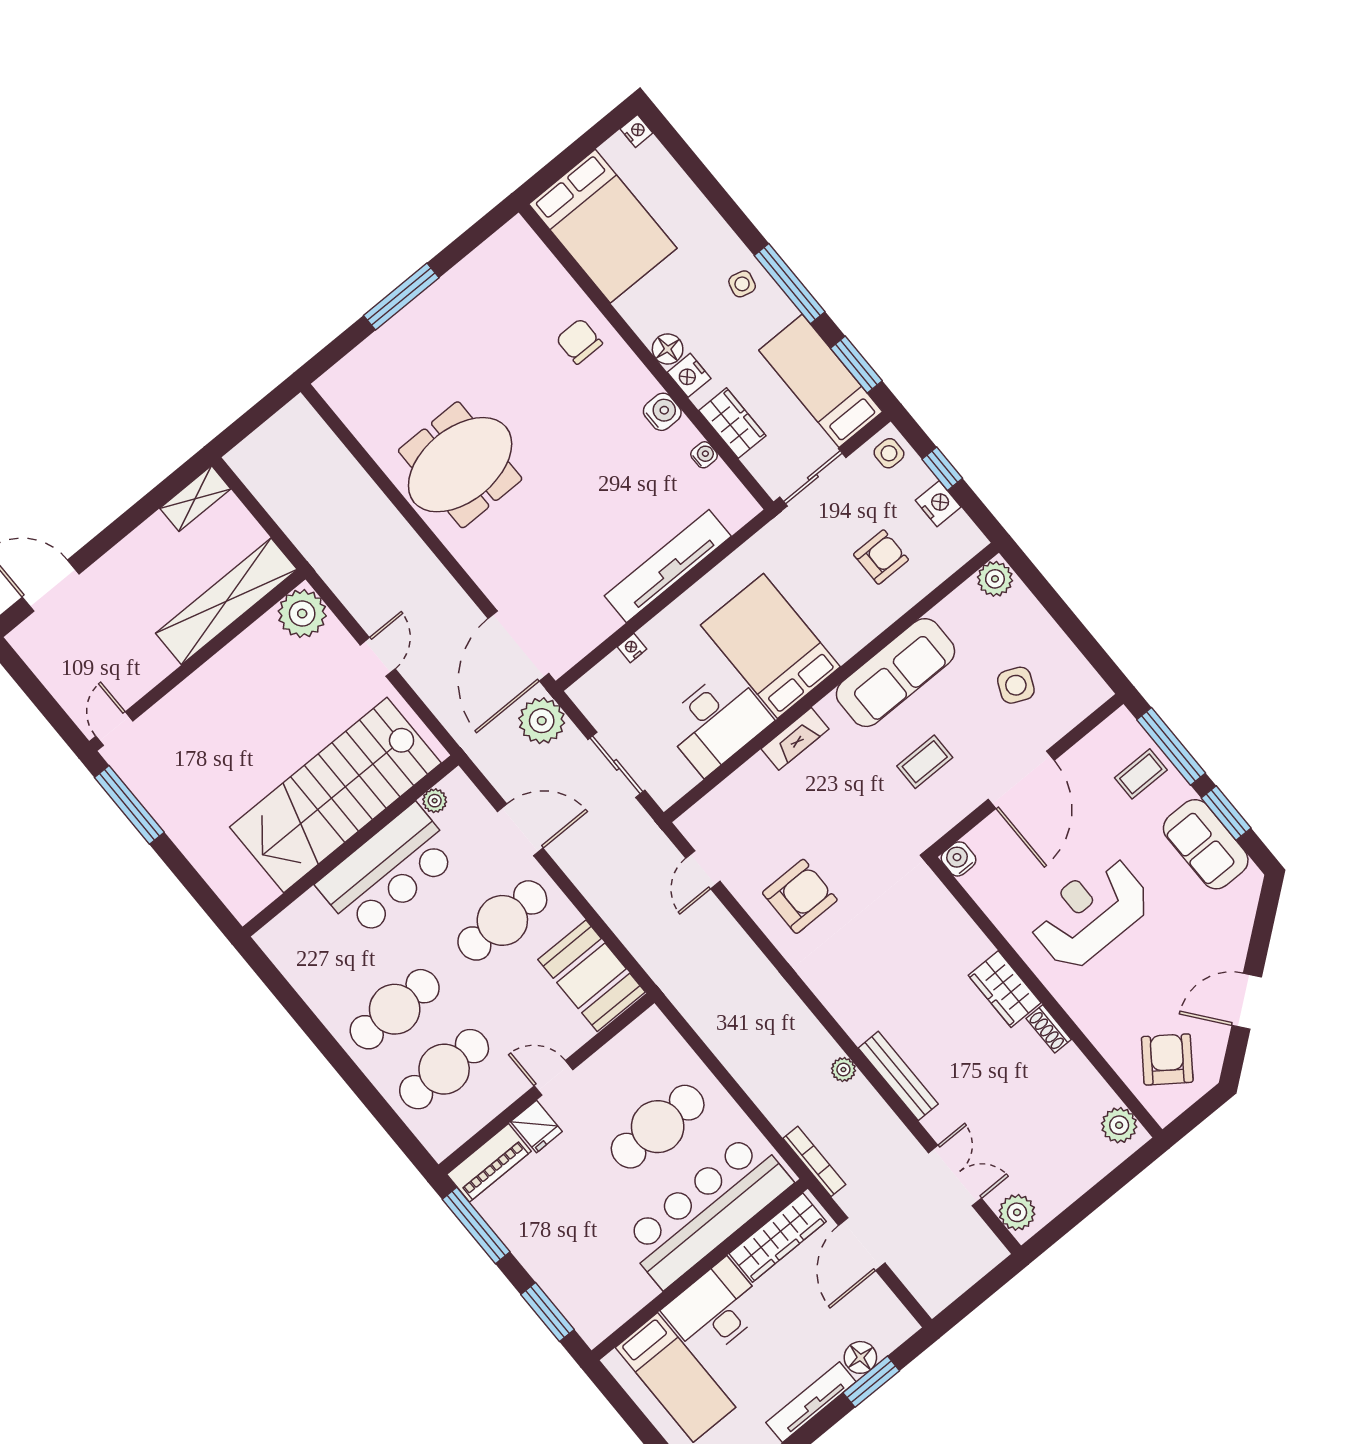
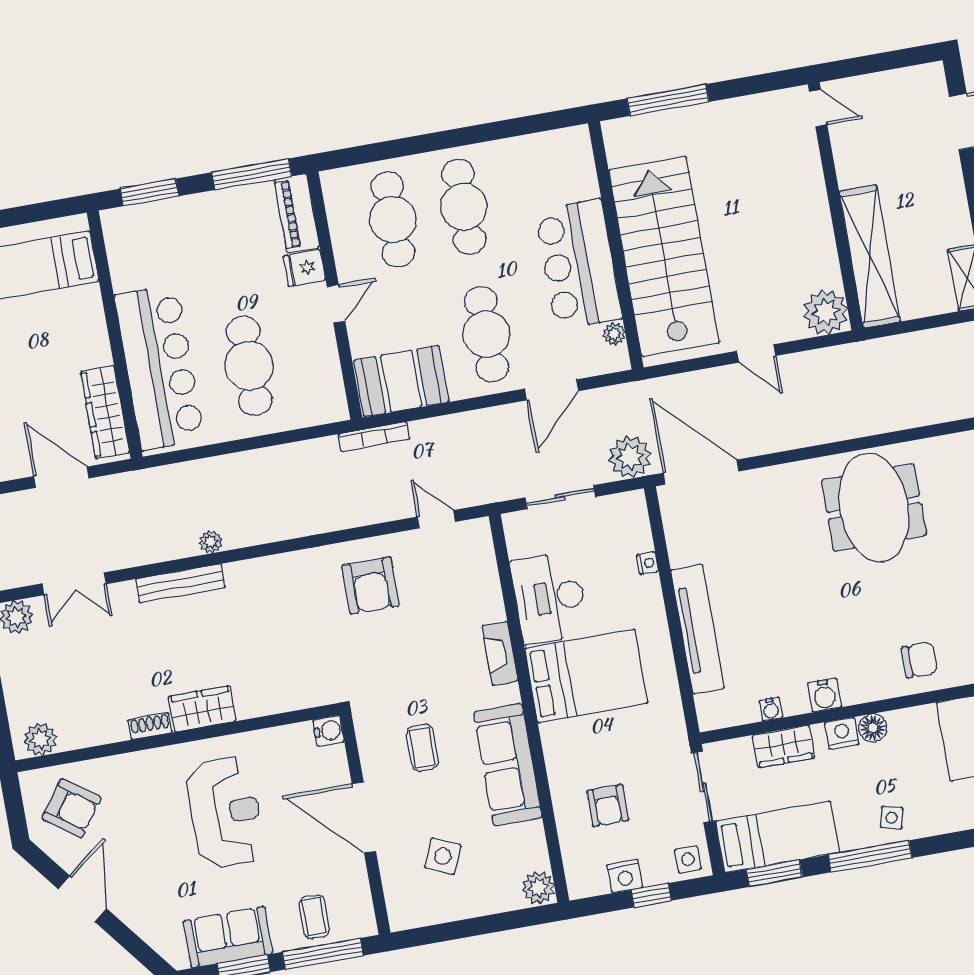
window: (129, 805) -> (668, 100), moved
bookcase: (814, 1161) -> (374, 437), moved
desk: (715, 1309) -> (75, 329), removed

